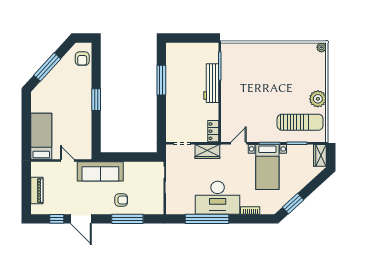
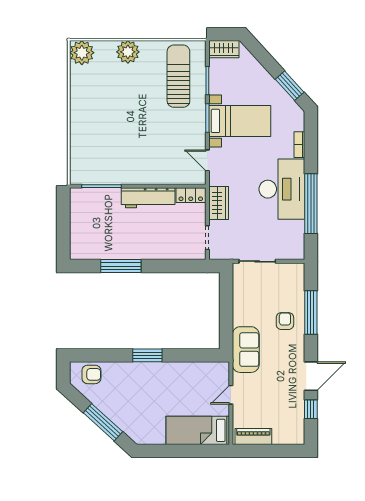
plant: (321, 47) -> (82, 53), width x1.88, depth x1.88
workbench: (211, 83) -> (148, 198), moved
plant: (318, 99) -> (128, 52), moved
sofa: (100, 171) -> (246, 350), width x0.73
piano: (37, 191) -> (253, 436), moved

